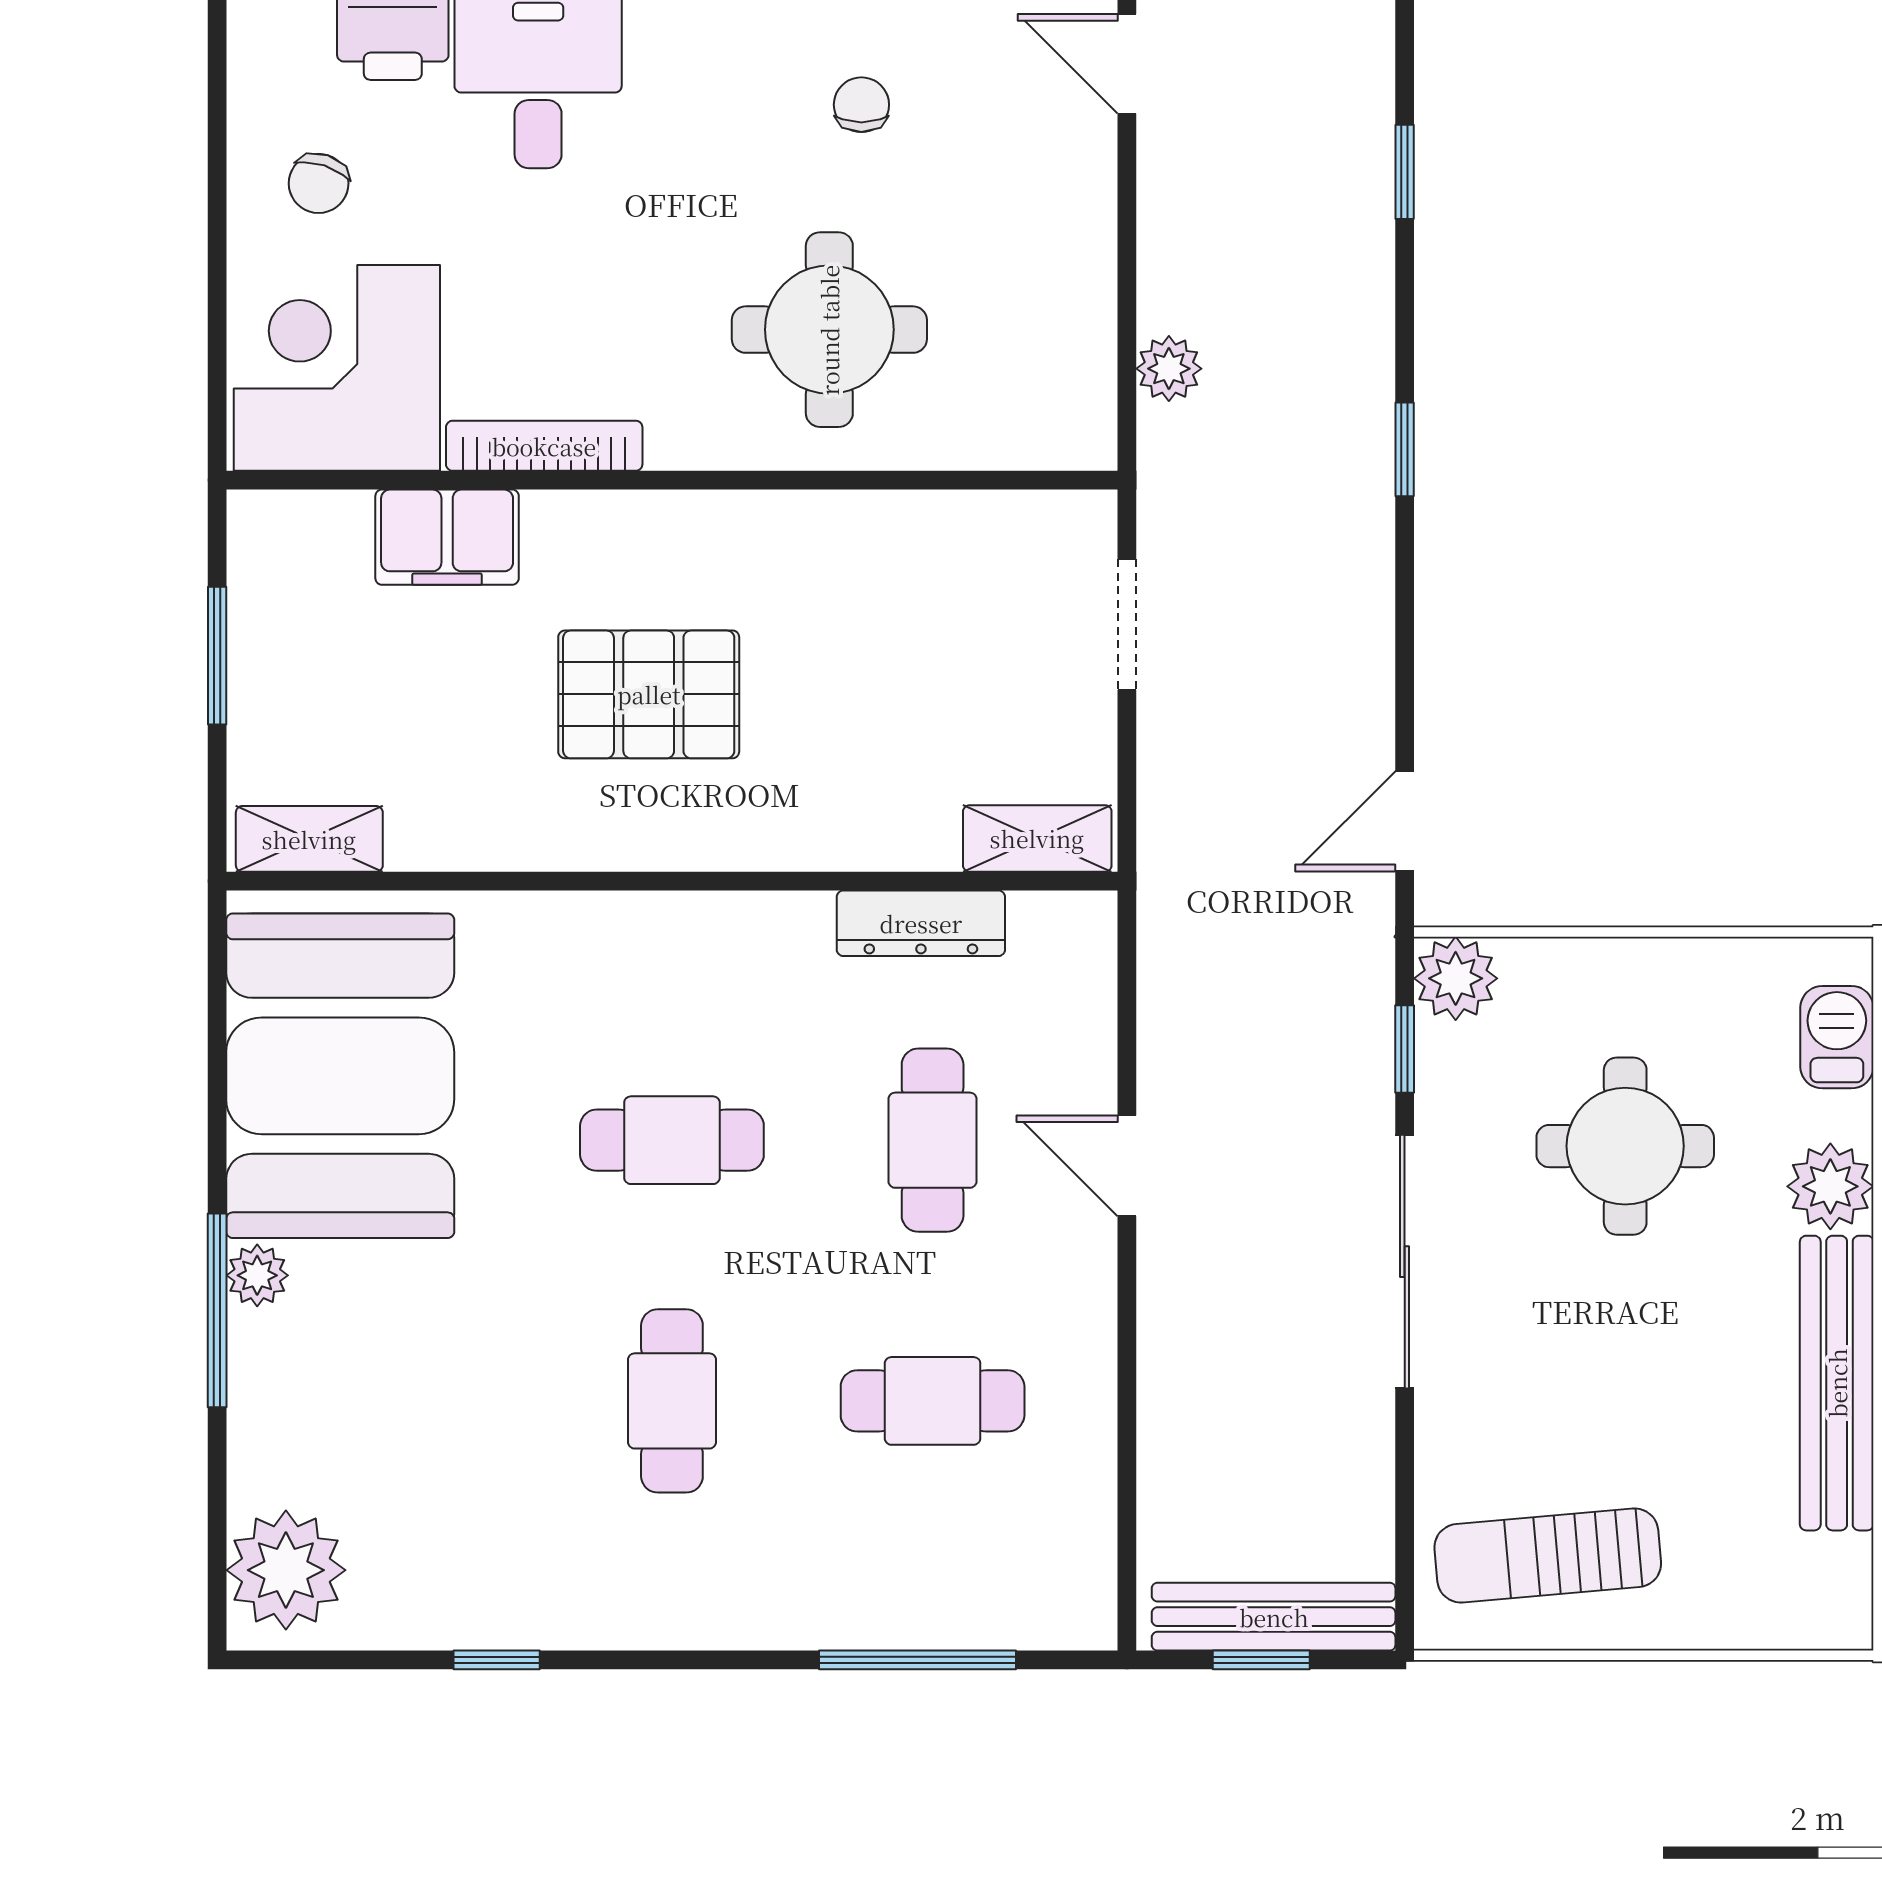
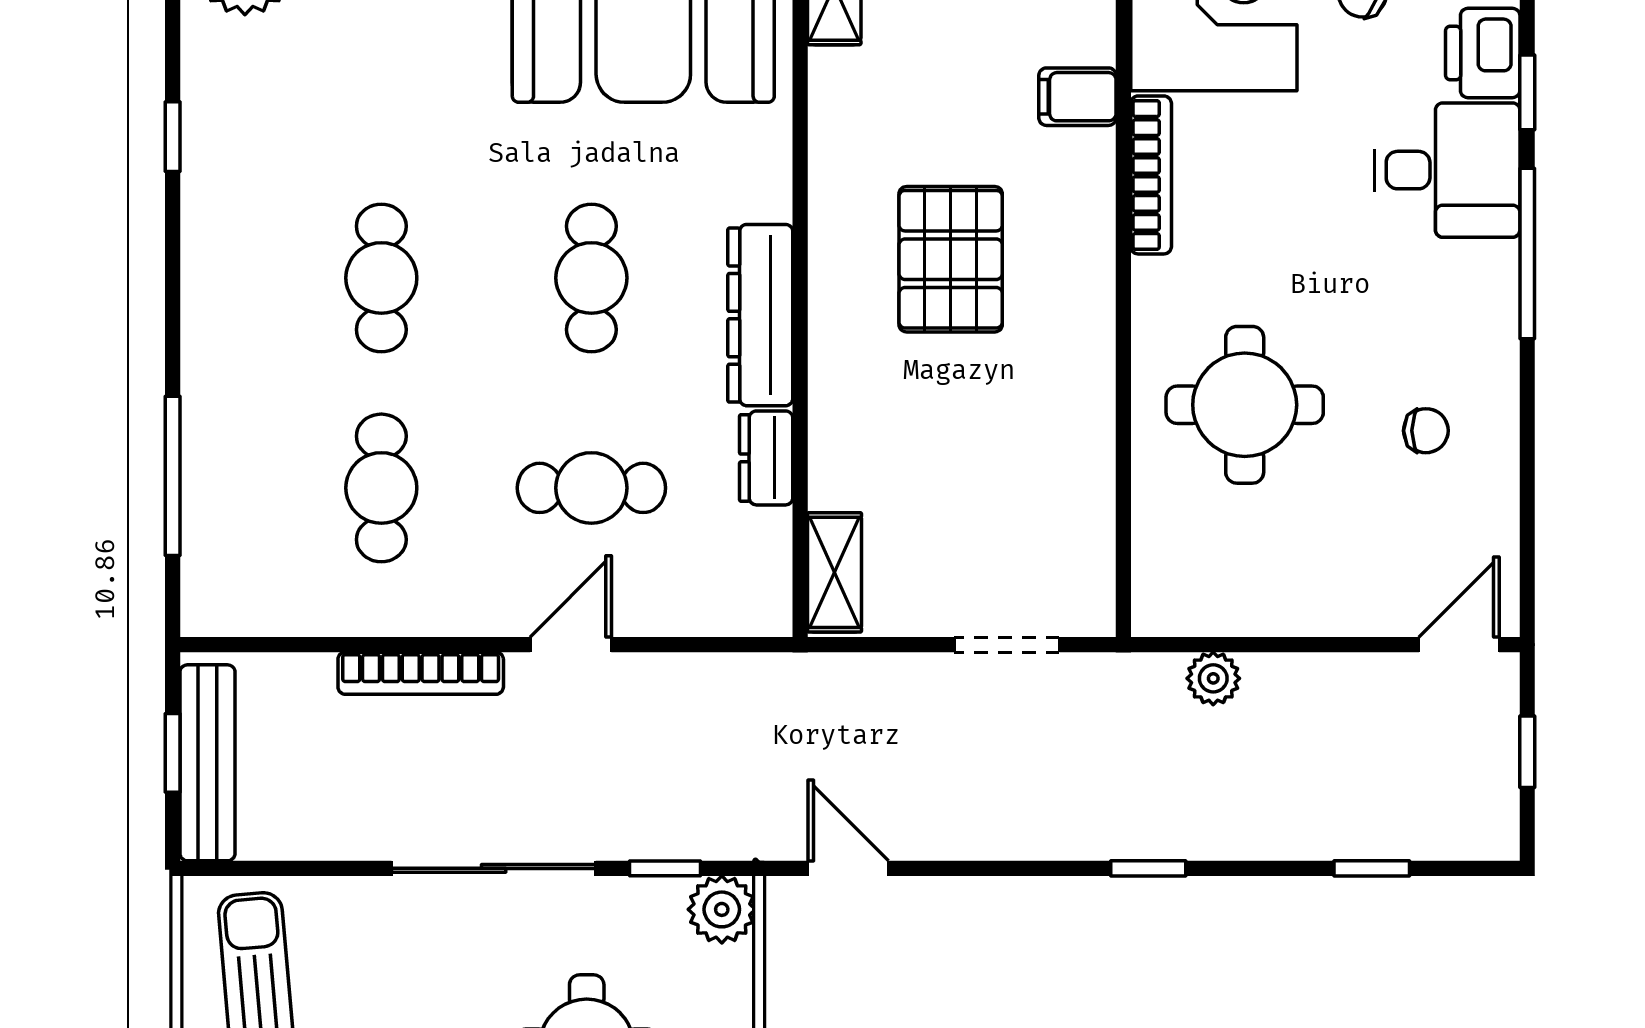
filing cabinet: (447, 537) -> (1077, 97), width x0.50
dresser: (921, 923) -> (766, 458), width x0.70
dresser: (718, 931) -> (760, 315), added
bookcase: (1162, 1352) -> (421, 673), added
cafe table: (672, 1401) -> (381, 278), turned 90

